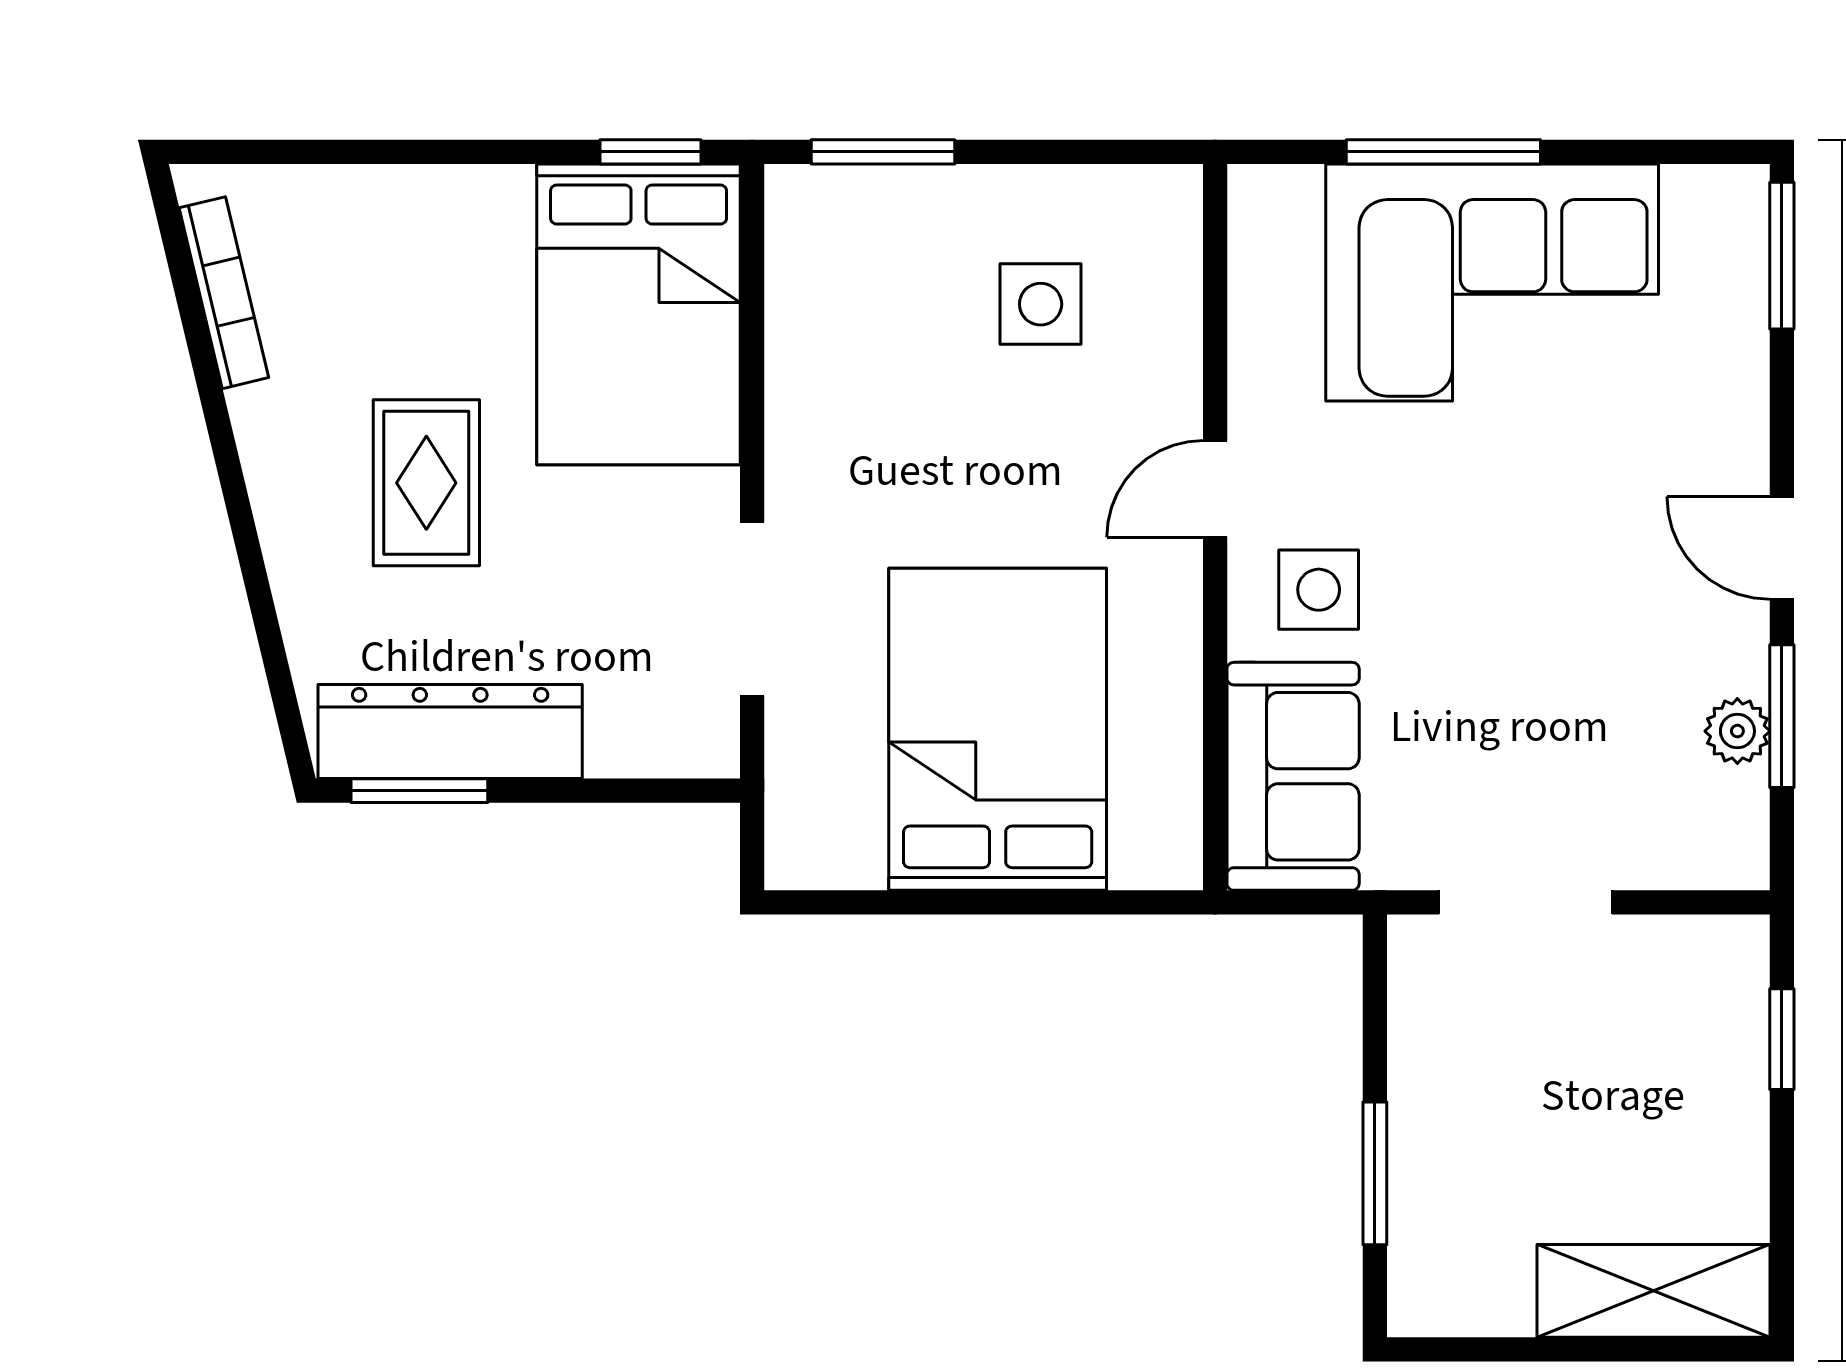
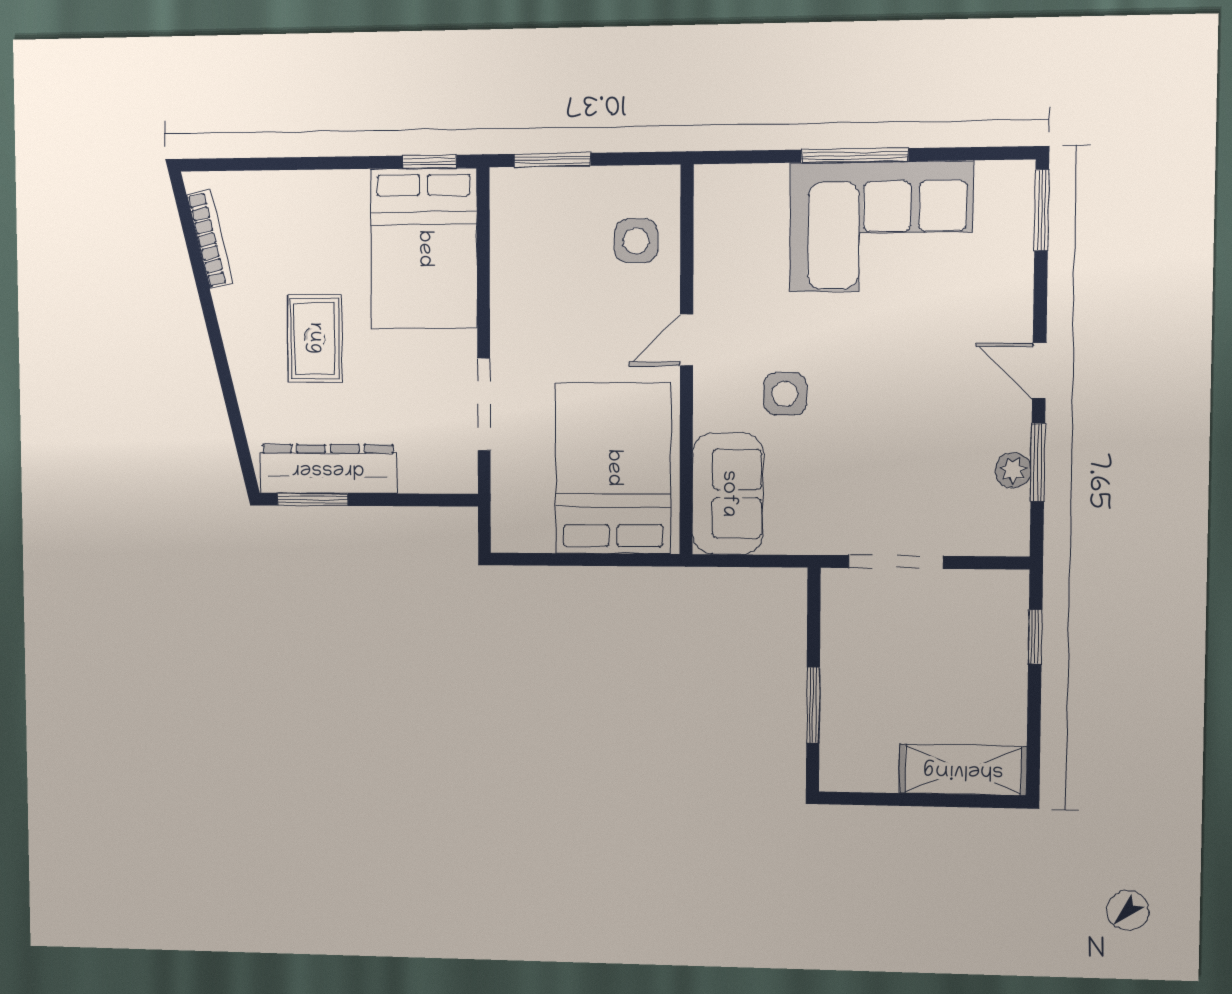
door: (1215, 489) -> (687, 340), moved
wall: (1215, 527) -> (686, 360), moved
sofa: (1293, 776) -> (728, 494), moved

